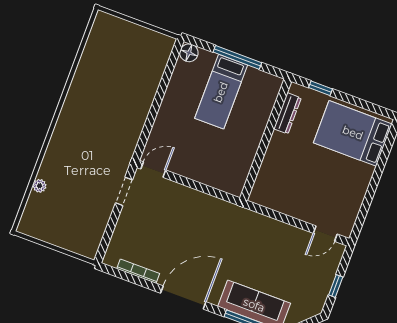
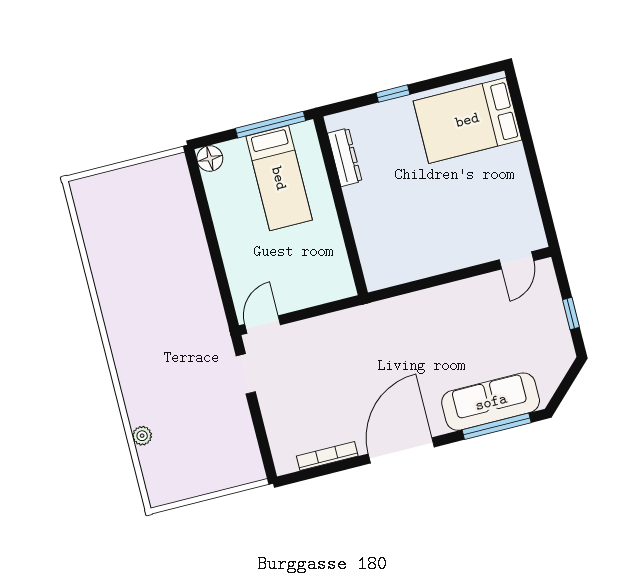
dresser: (287, 113) -> (345, 157), moved
wall: (266, 140) -> (341, 206), moved

